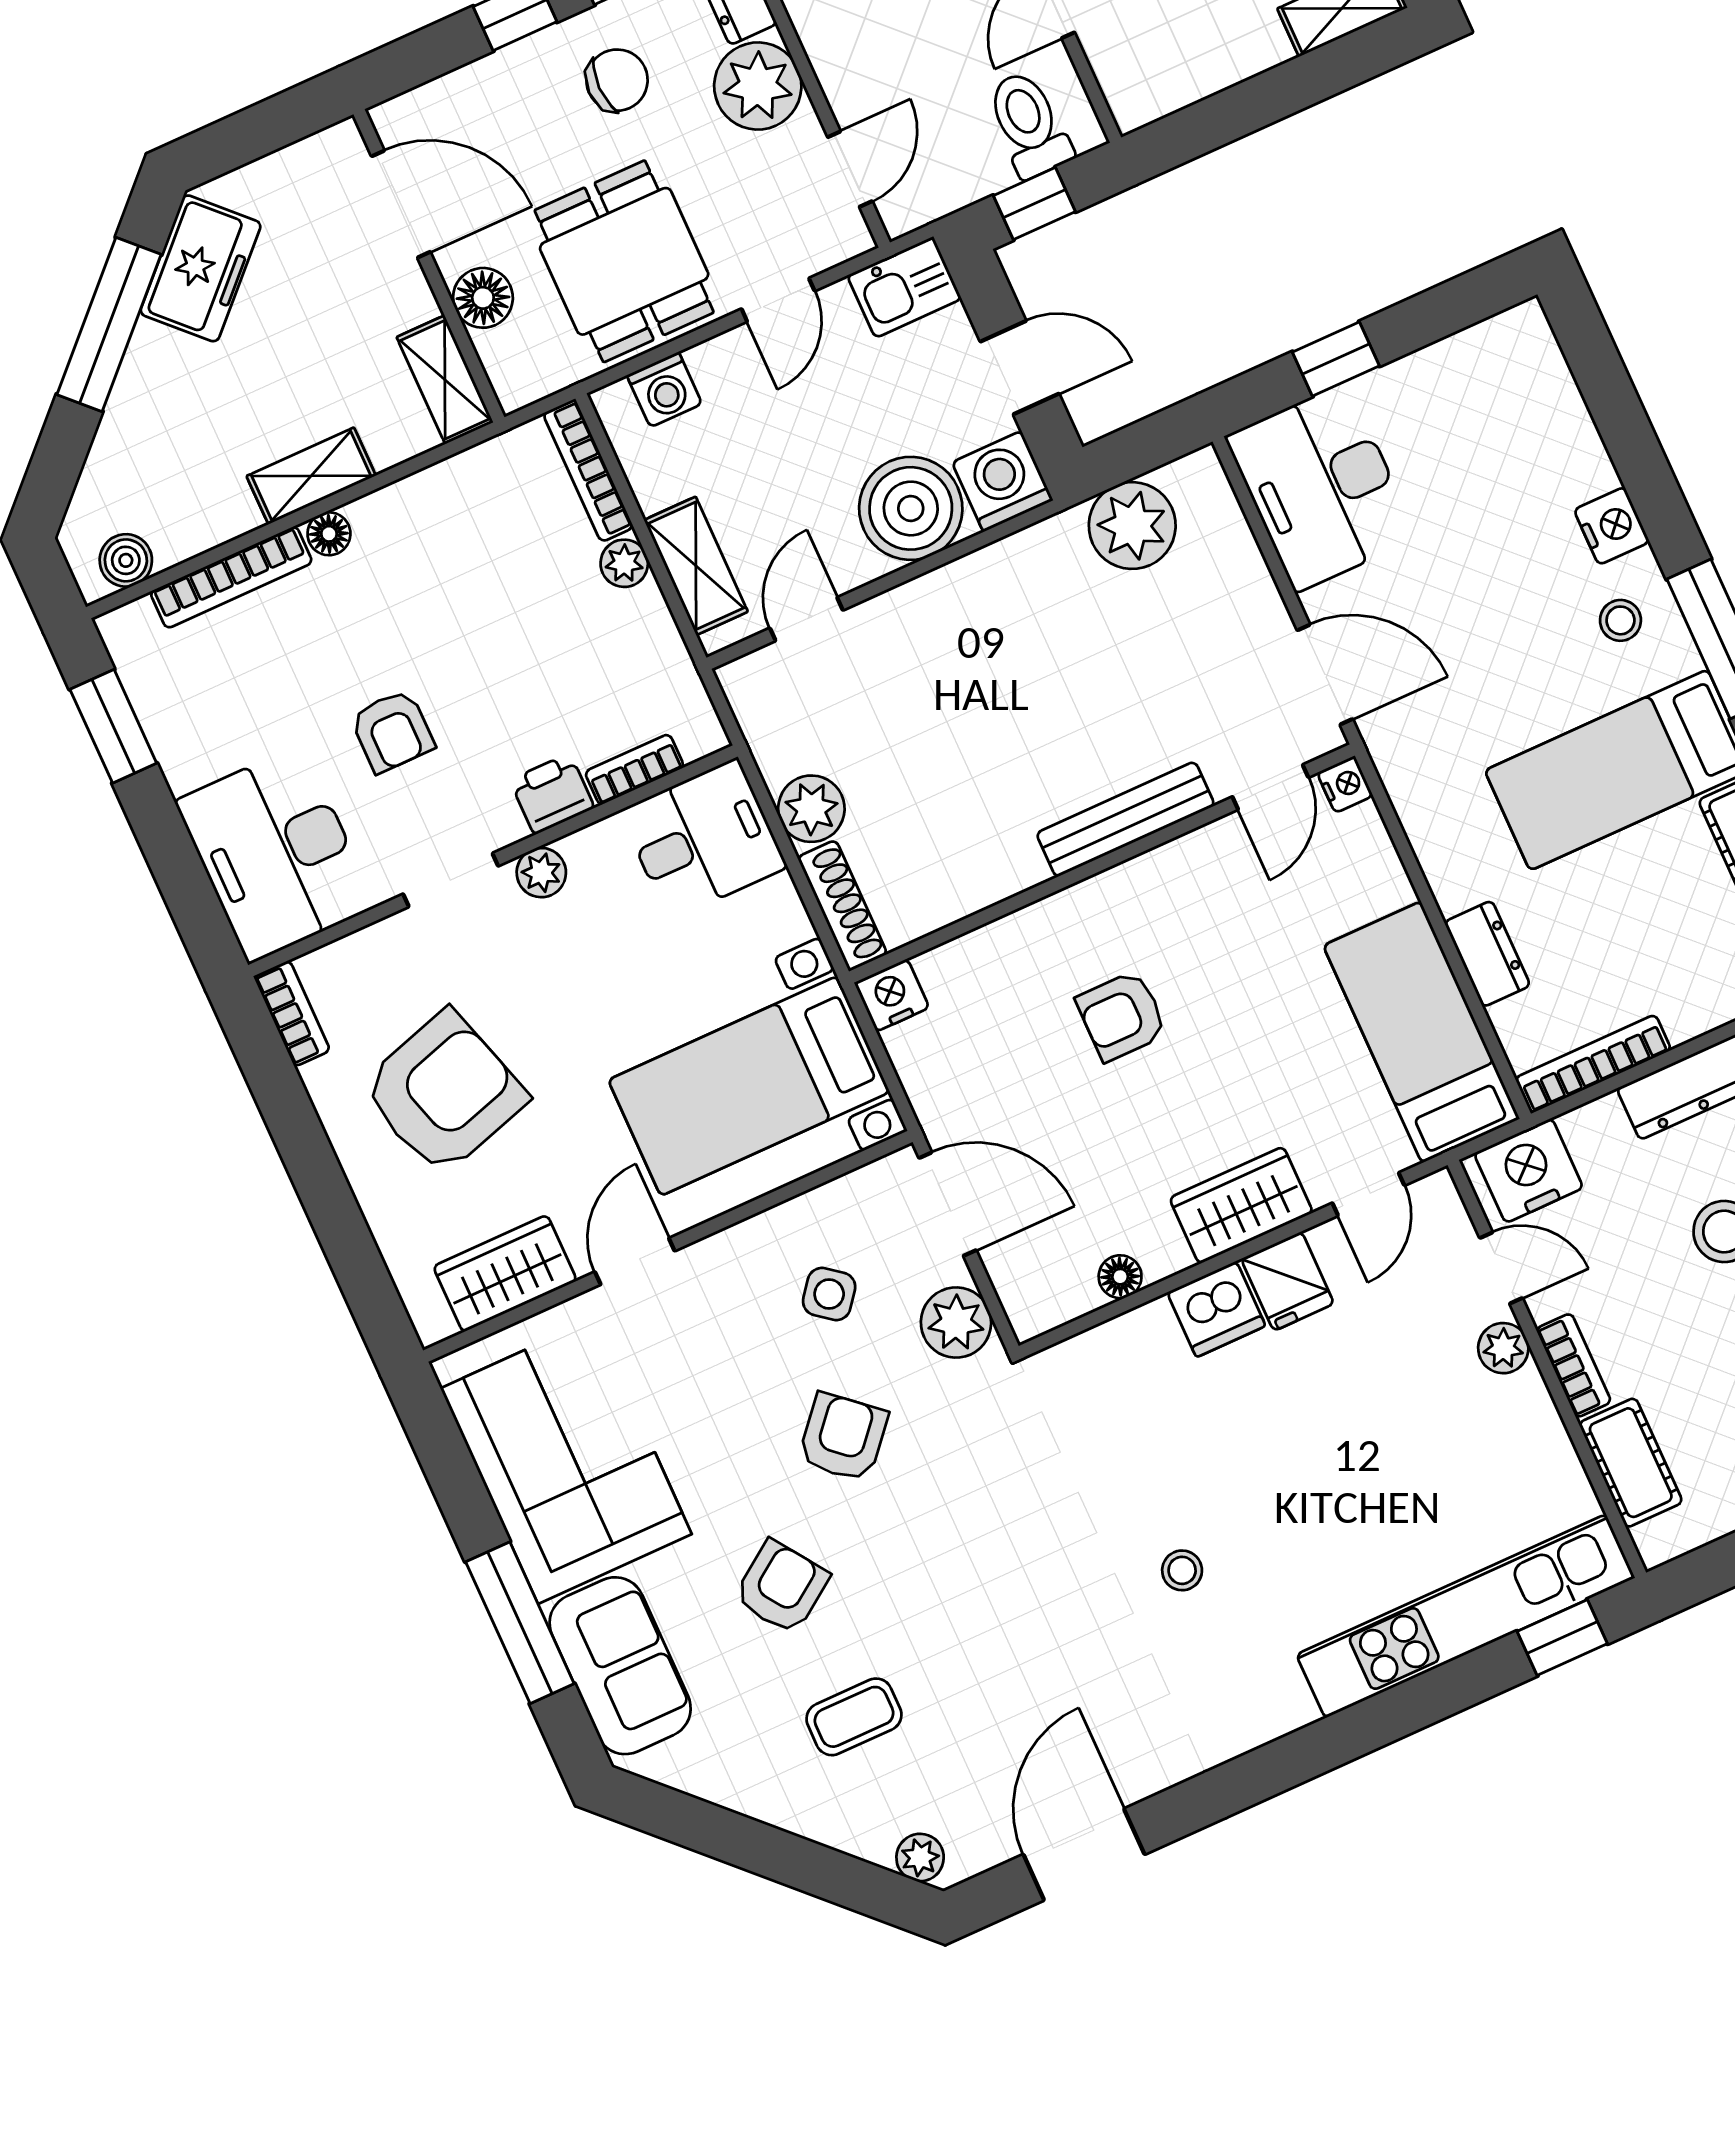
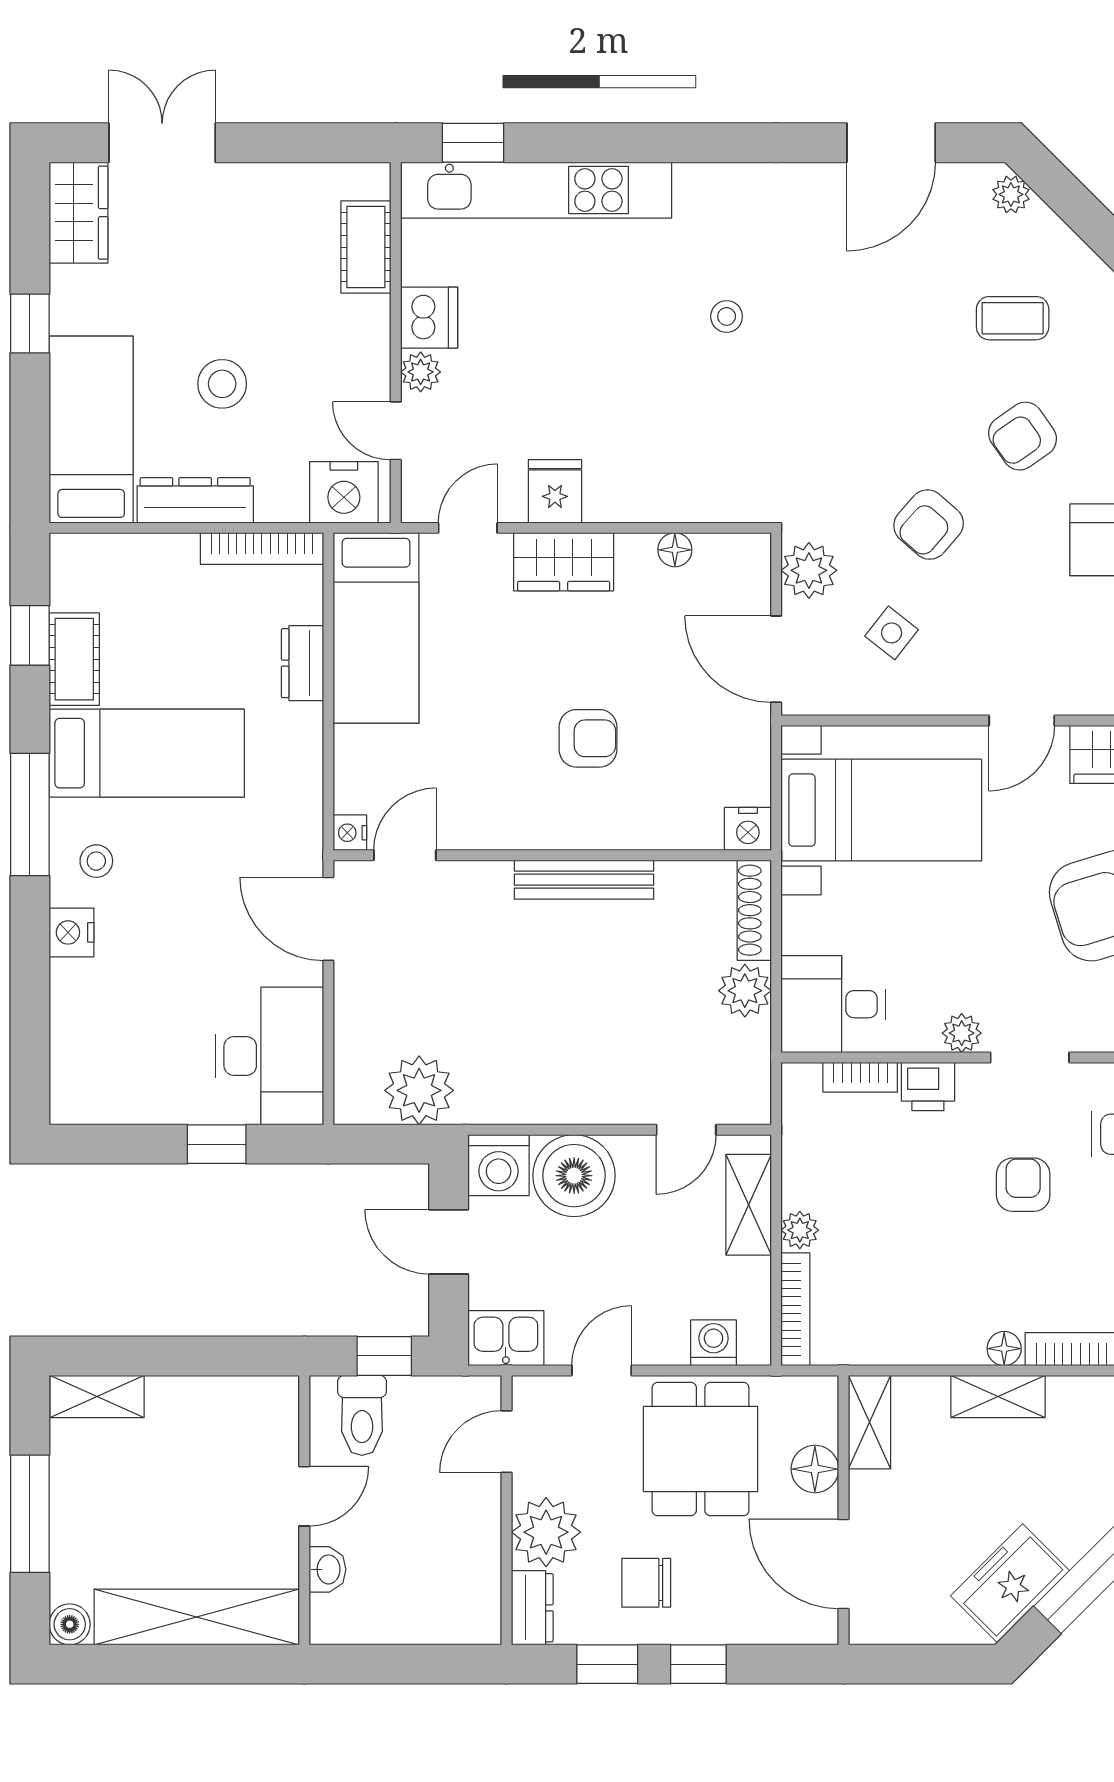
bench: (1125, 819) -> (584, 880), moved
dishwasher: (1216, 1309) -> (429, 318), moved, turned 90
bookcase: (1574, 1365) -> (375, 336), removed

